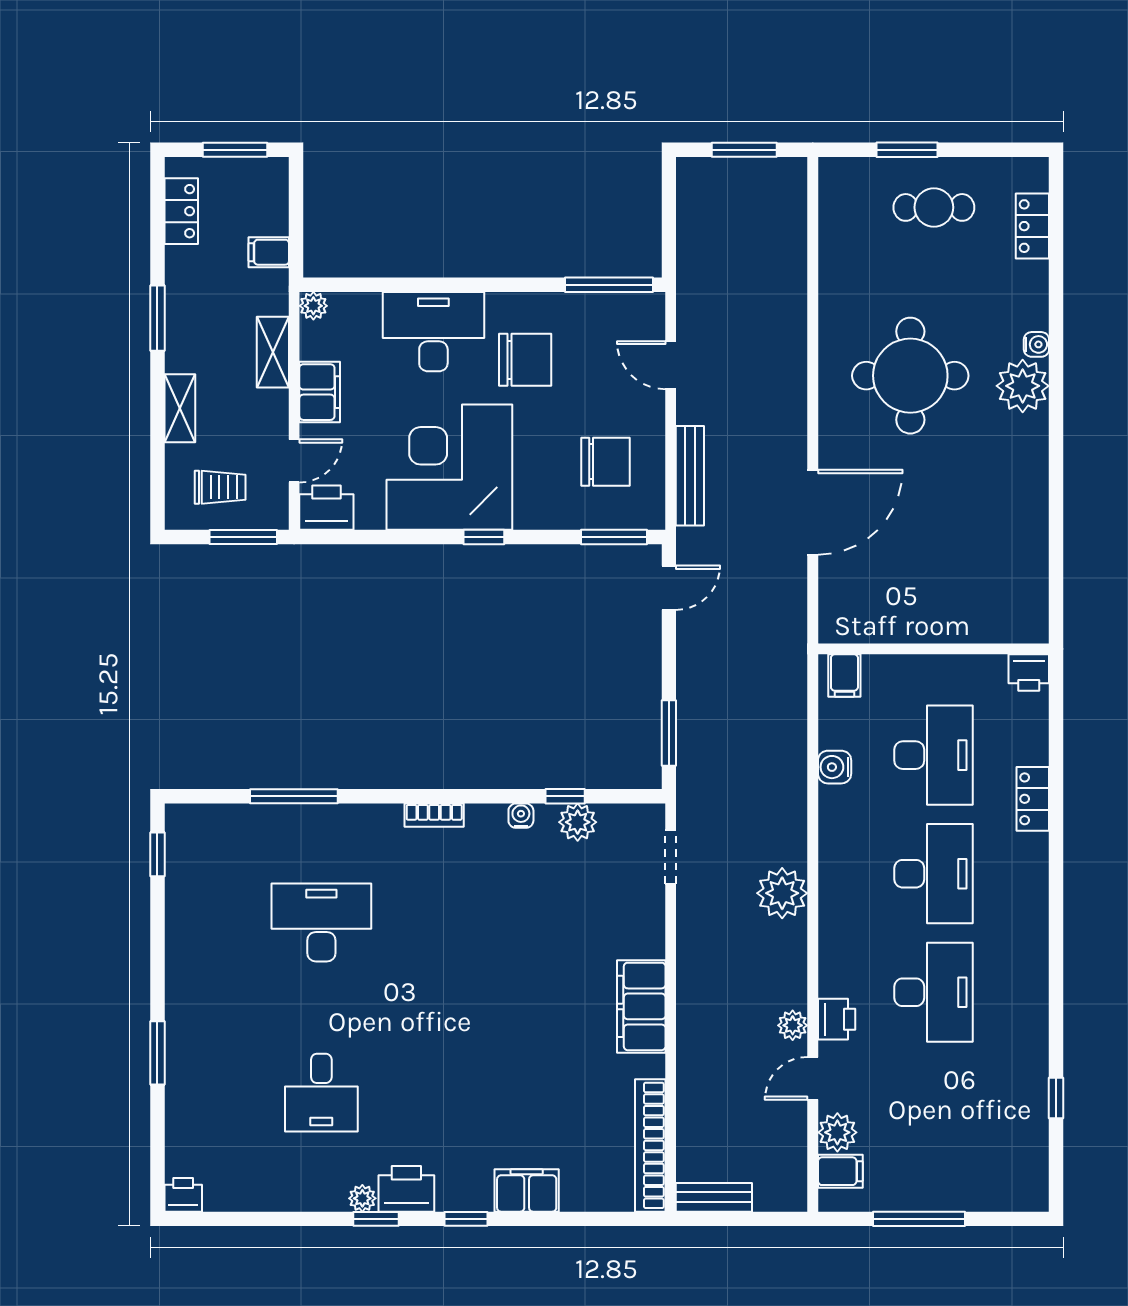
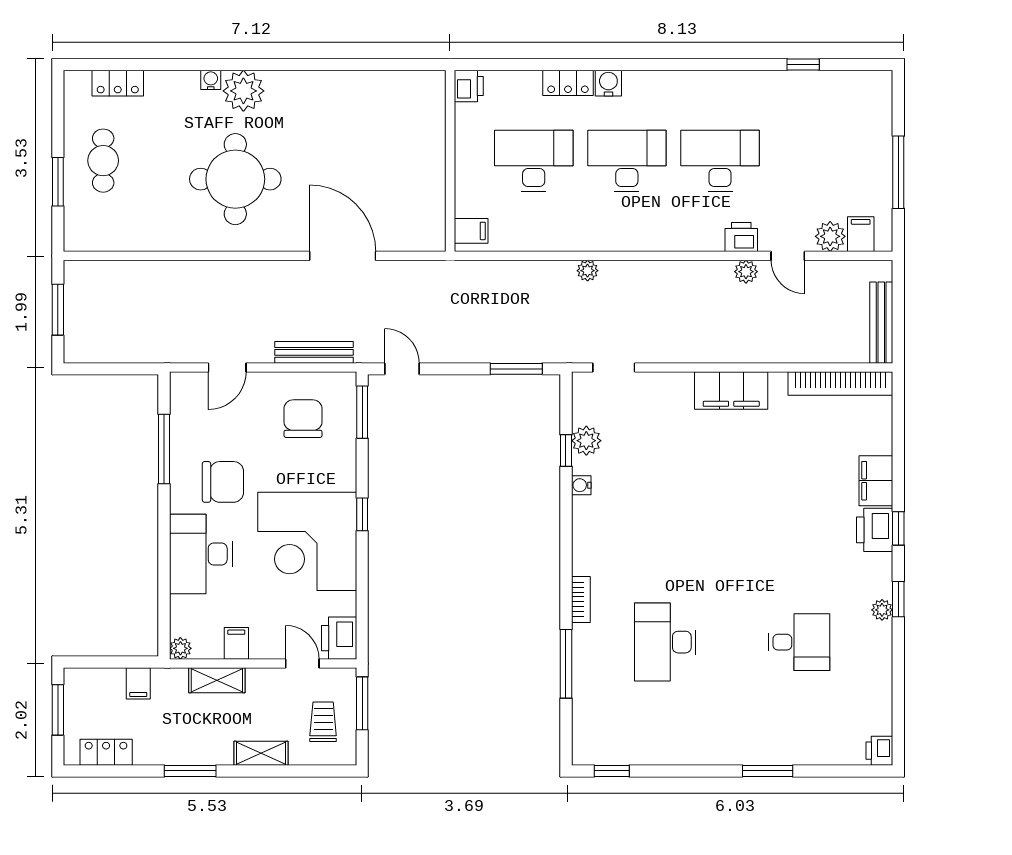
window: (609, 285) -> (164, 449), moved
chair: (525, 360) -> (223, 482), turned 90
filing cabinet: (320, 392) -> (236, 643), width x0.50
water cooler: (835, 767) -> (608, 83), moved, turned 180
bookcase: (434, 815) -> (581, 599), moved
plant: (782, 893) -> (588, 271), moved, width x0.53, depth x0.53
printer: (406, 1189) -> (875, 530), moved
bench: (714, 1197) -> (881, 323), width x1.36

